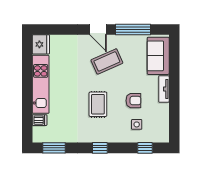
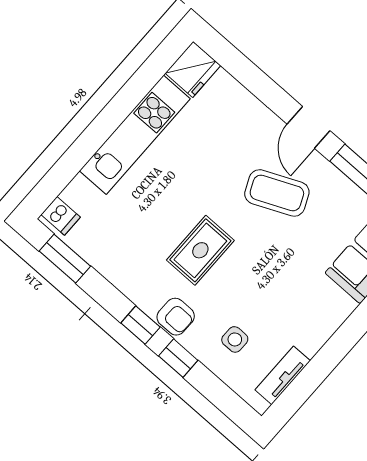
tv unit: (164, 89) -> (283, 375), moved
armchair: (133, 101) -> (176, 317), moved
dishwasher: (40, 120) -> (61, 216), moved
window: (145, 148) -> (178, 358), moved

